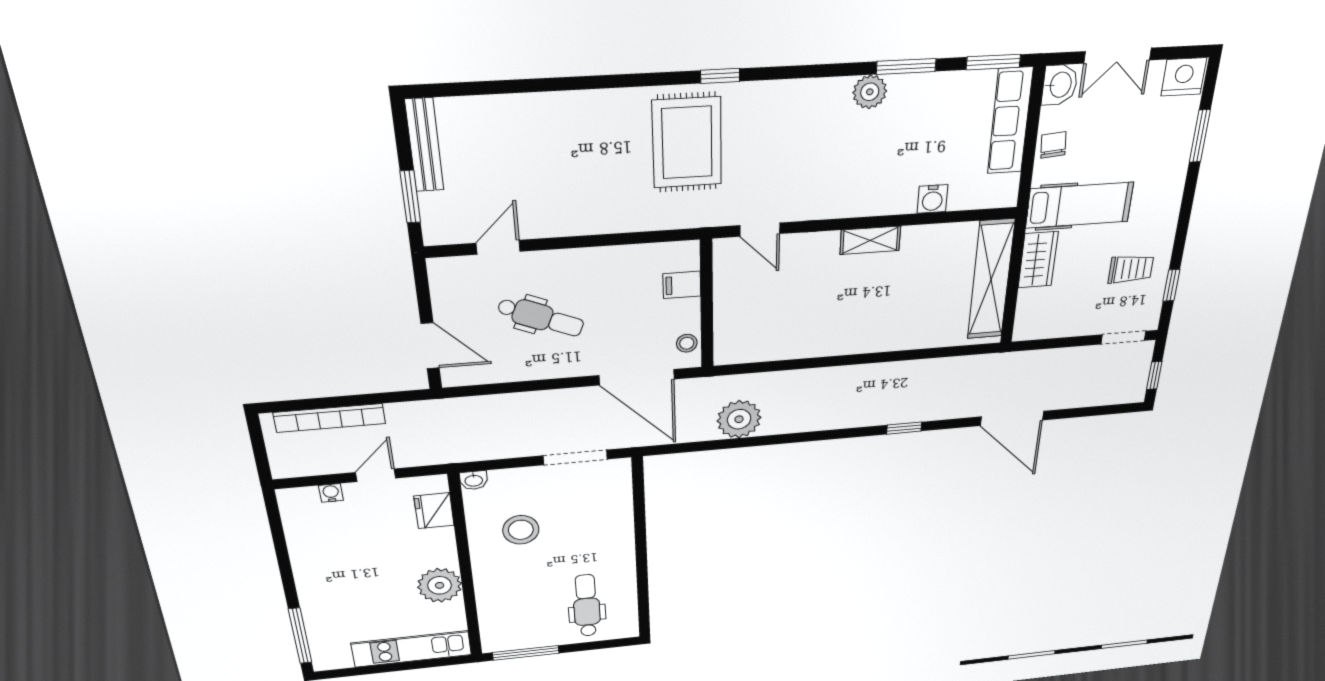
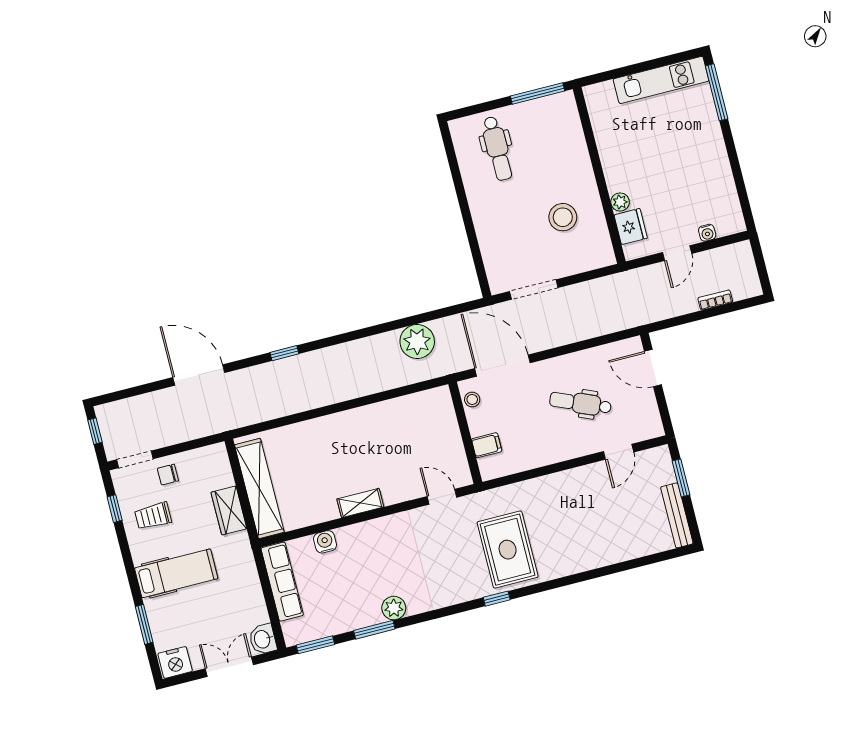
row of seats: (1010, 121) -> (282, 582), moved
chair: (1053, 145) -> (168, 475), moved, turned 95
hospital bed: (1079, 205) -> (176, 573), moved, turned 180
bookcase: (329, 418) -> (715, 300), width x0.43, depth x0.76
washbasin: (474, 480) -> (606, 258), removed
plant: (440, 585) -> (620, 202), moved, width x0.53, depth x0.53
kitchen unit: (412, 649) -> (661, 80), moved

